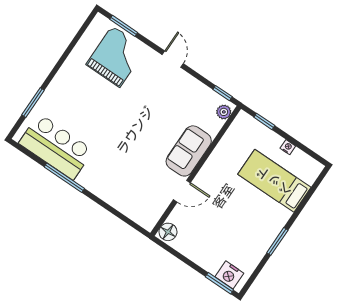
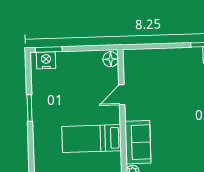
sofa: (189, 151) -> (138, 142), moved
bed: (274, 181) -> (92, 139), moved, turned 180

